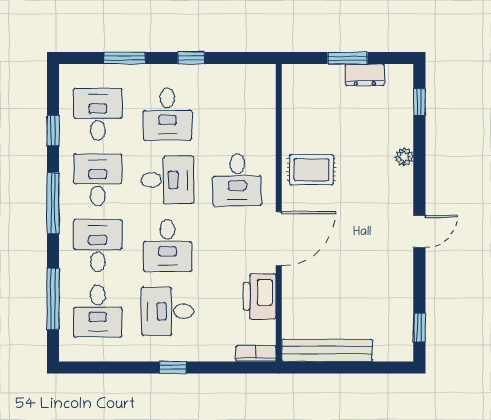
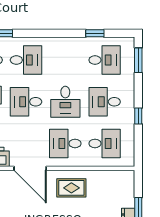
window: (125, 58) -> (138, 60), moved
rug: (311, 170) -> (71, 188), turned 90
desk: (98, 180) -> (105, 143), moved
window: (53, 203) -> (51, 33), removed

